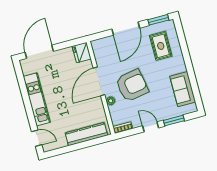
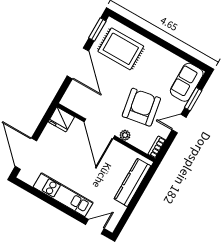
rug: (161, 46) -> (121, 49), width x1.36, depth x1.43
armchair: (132, 85) -> (141, 107), moved
sofa: (183, 89) -> (187, 82), moved, turned 90

